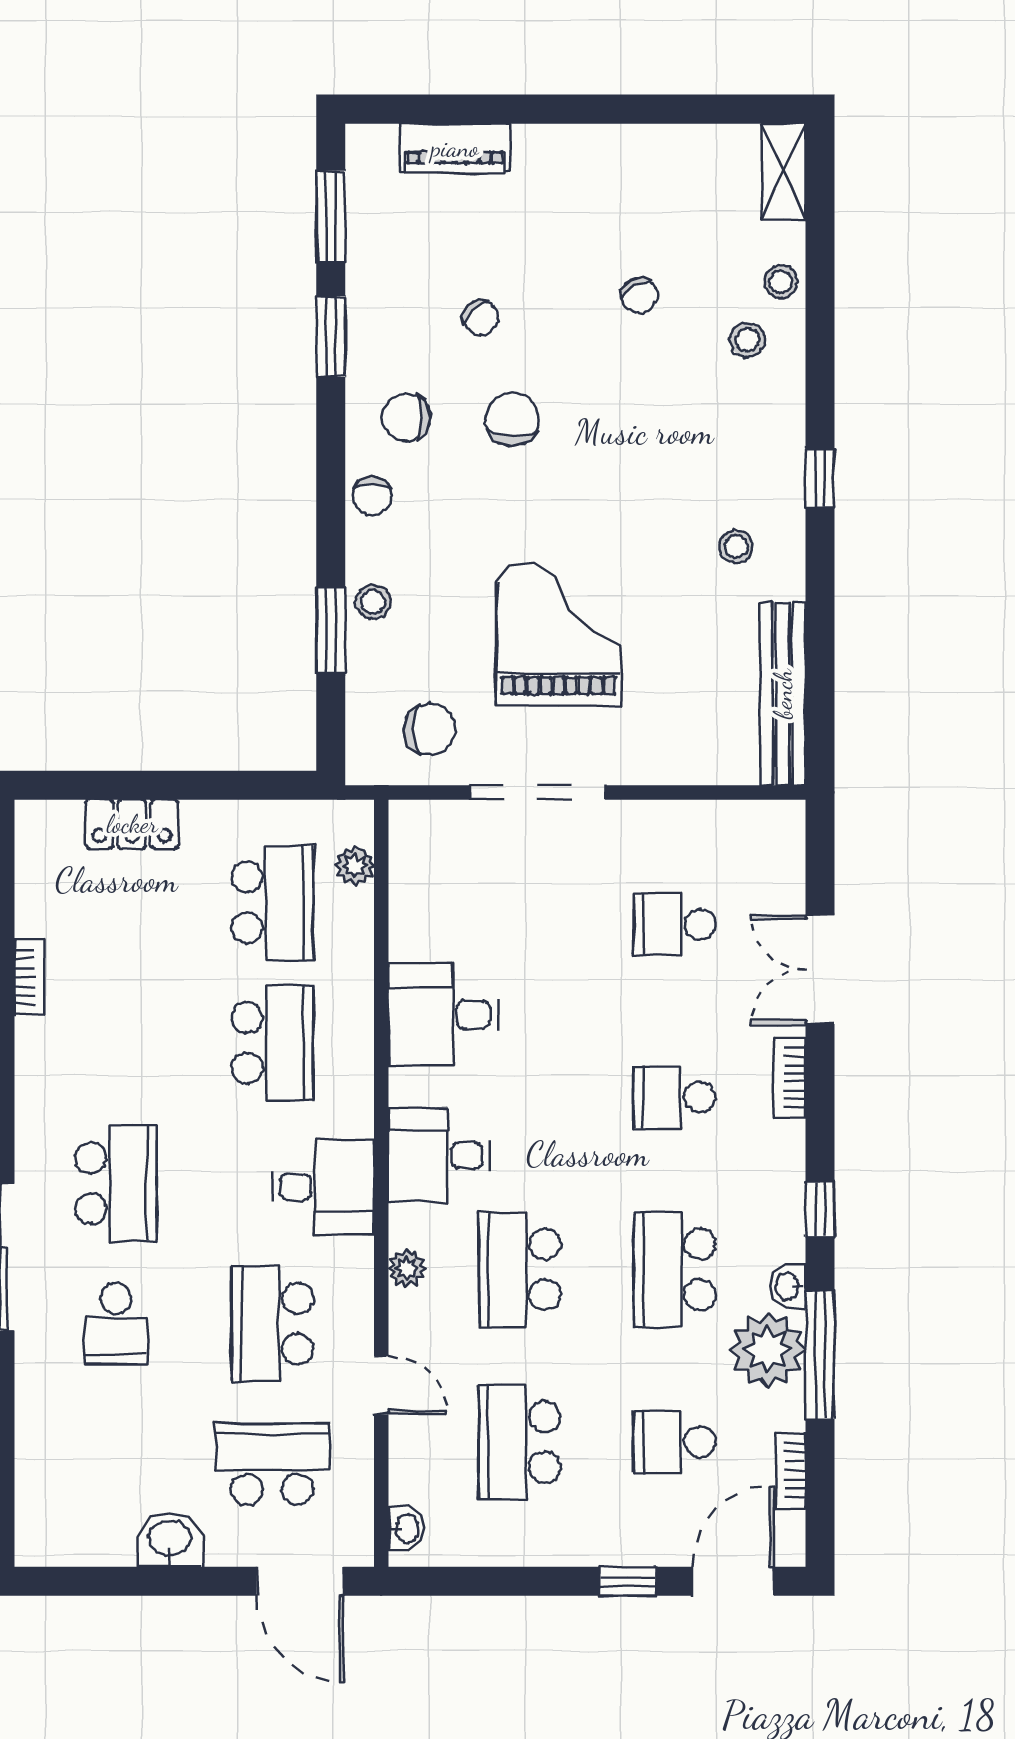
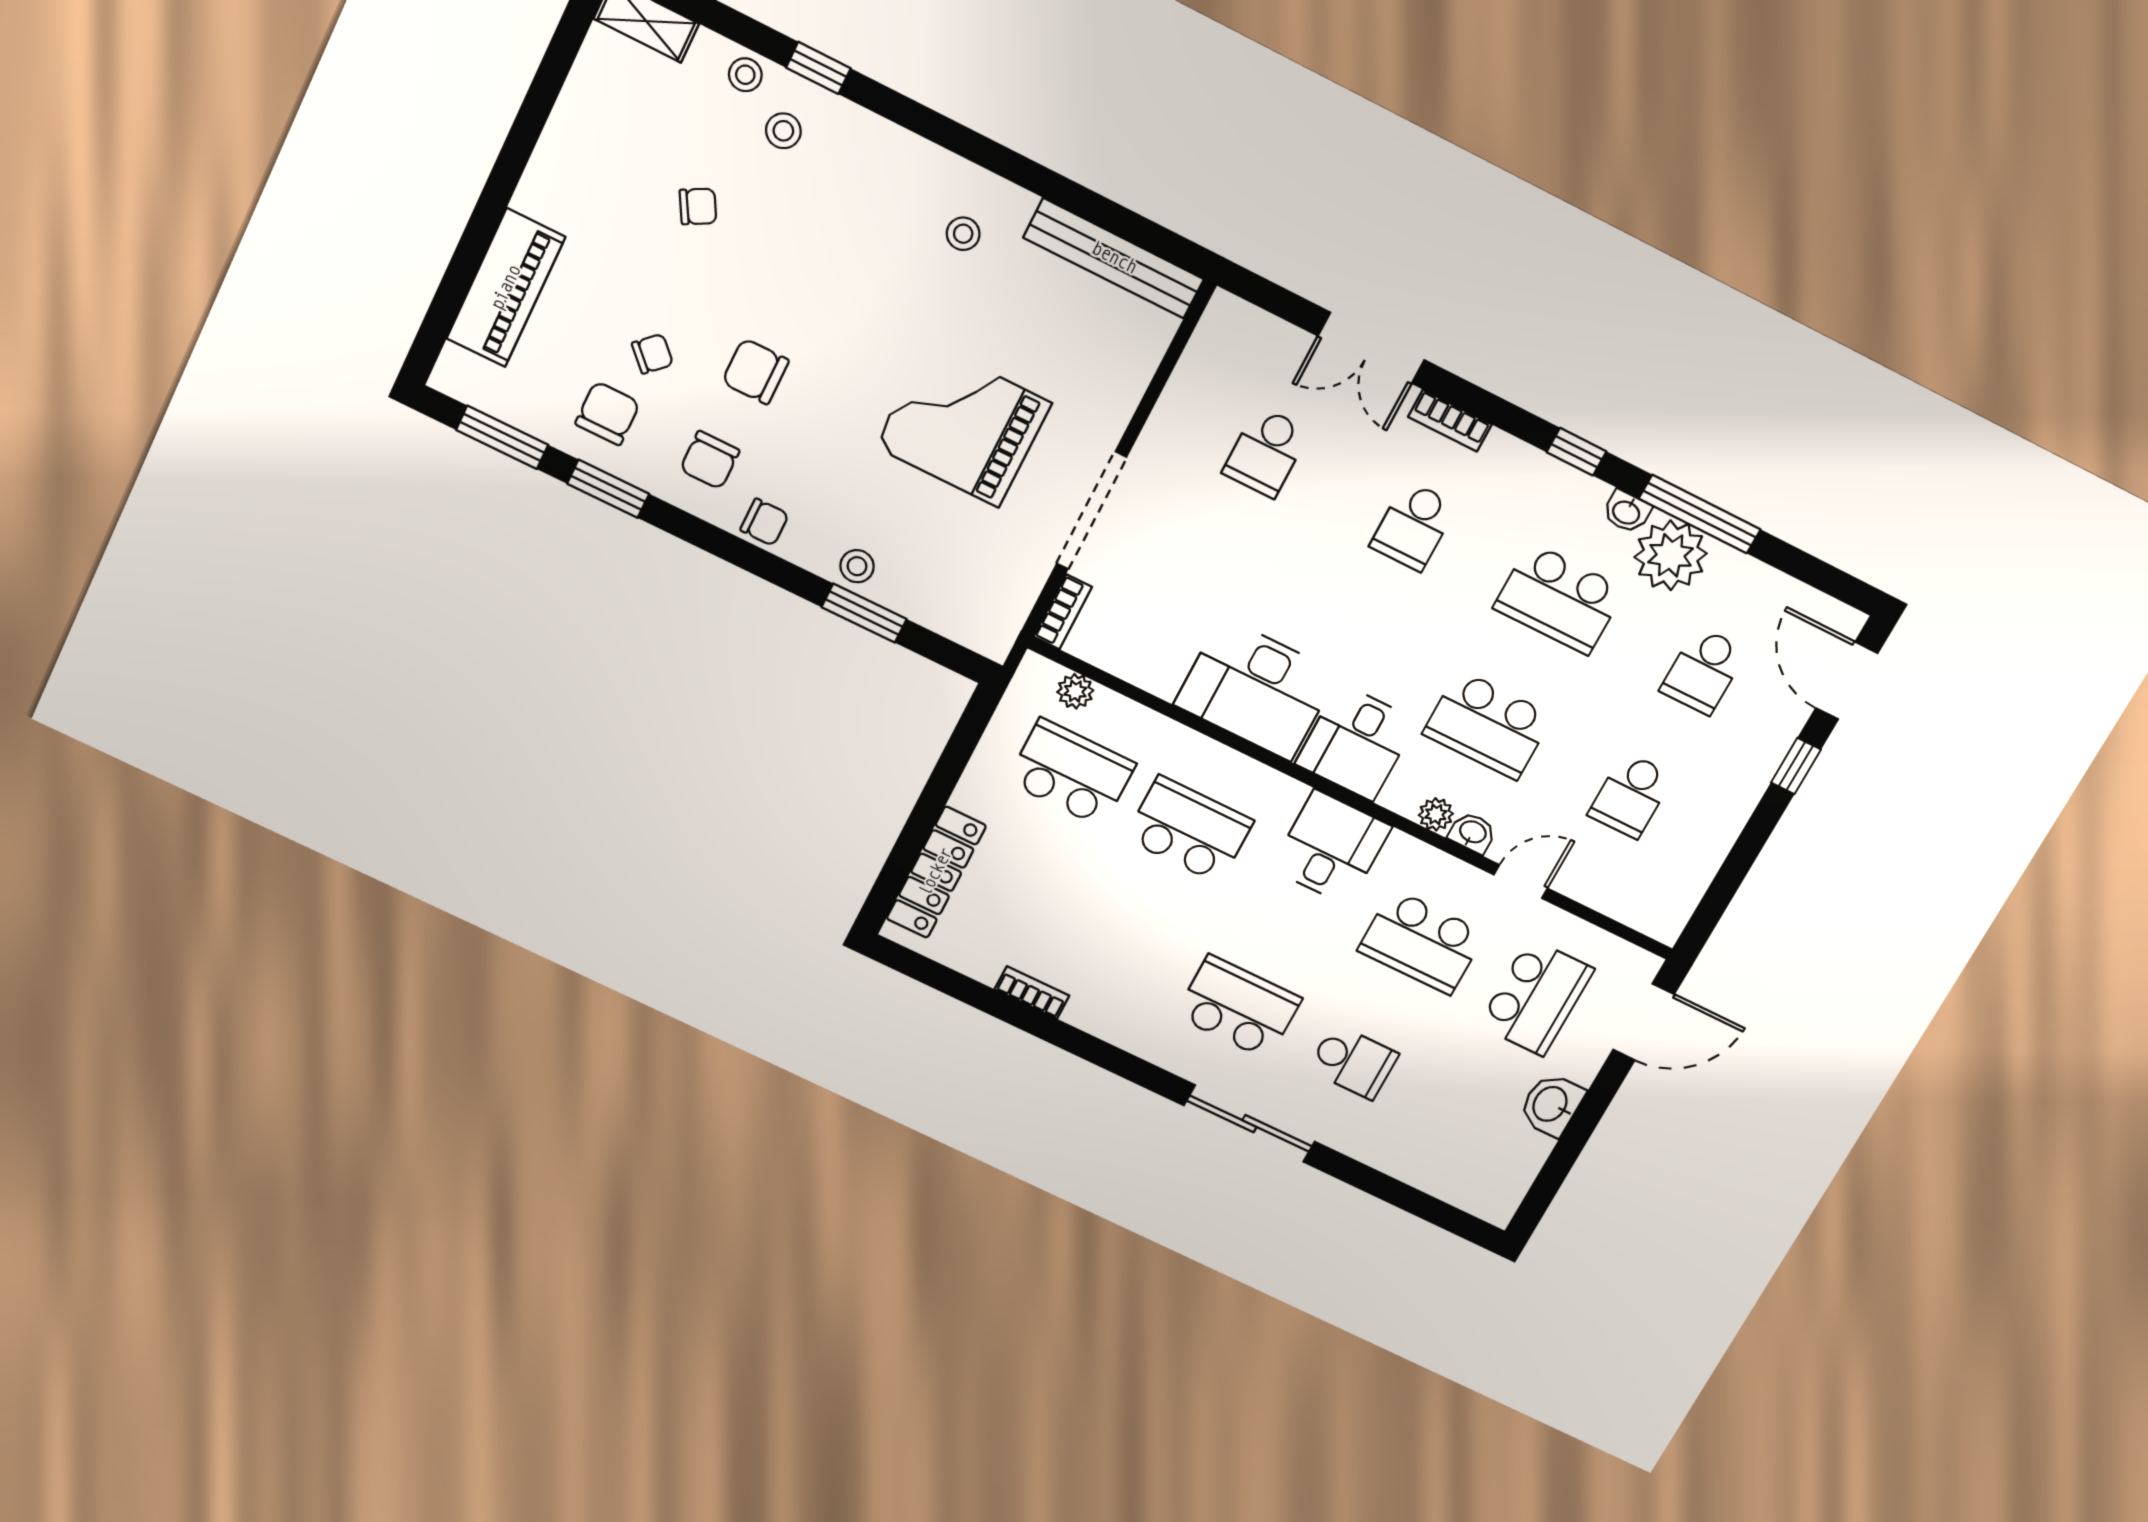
piano: (455, 148) -> (506, 288), width x1.37, depth x1.33
window: (820, 478) -> (818, 68), moved
chair: (430, 729) -> (608, 413), moved
locker: (132, 824) -> (936, 872), width x1.53
desk: (444, 1015) -> (1256, 689), width x1.37
school desk: (519, 1442) -> (1631, 795), width x0.54
school desk: (272, 1464) -> (1536, 997), turned 180
bookcase: (790, 1471) -> (1063, 612), moved, turned -90
washbasin: (406, 1528) -> (1472, 833), moved

